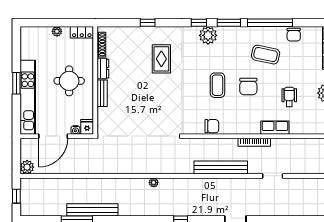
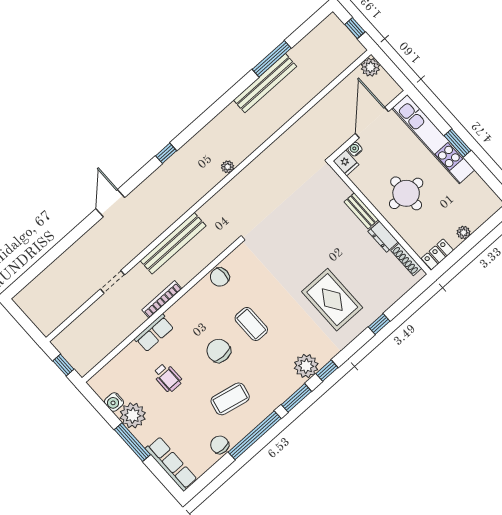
rug: (161, 59) -> (332, 300), width x1.36, depth x1.43

